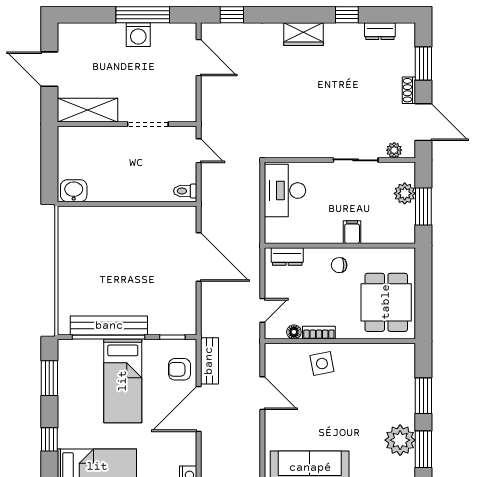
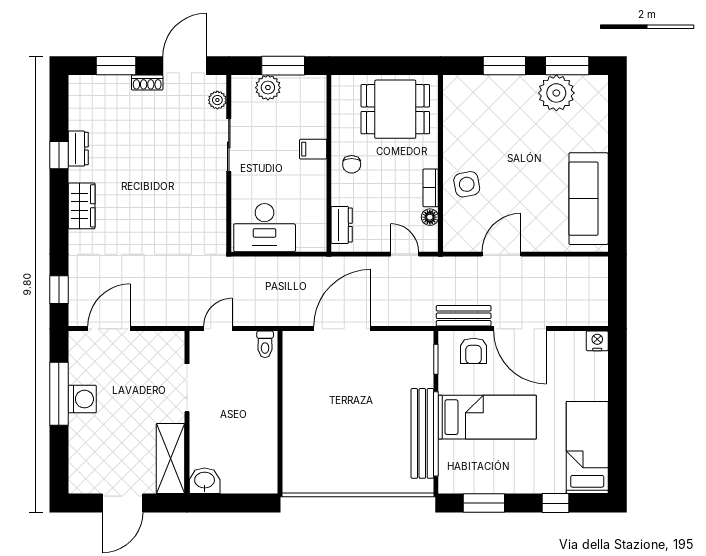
dresser: (380, 31) -> (78, 148), moved
washbasin: (74, 191) -> (205, 481), moved, turned 90

